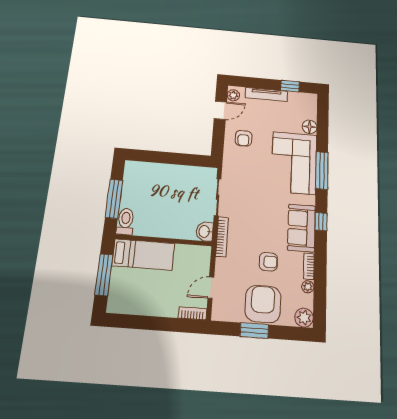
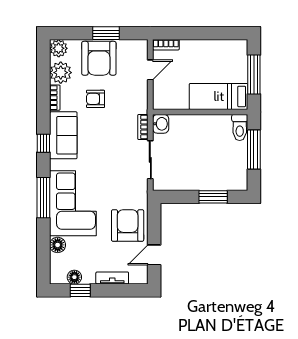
tv unit: (266, 94) -> (112, 278), width x0.71
plant: (233, 95) -> (141, 274), removed
floor lamp: (295, 98) -> (74, 277), added
armchair: (243, 138) -> (128, 226), width x1.88, depth x1.88
window: (160, 157) -> (213, 197), added
bookcase: (222, 237) -> (143, 127), width x0.64
plant: (308, 287) -> (61, 73), width x1.87, depth x1.87

